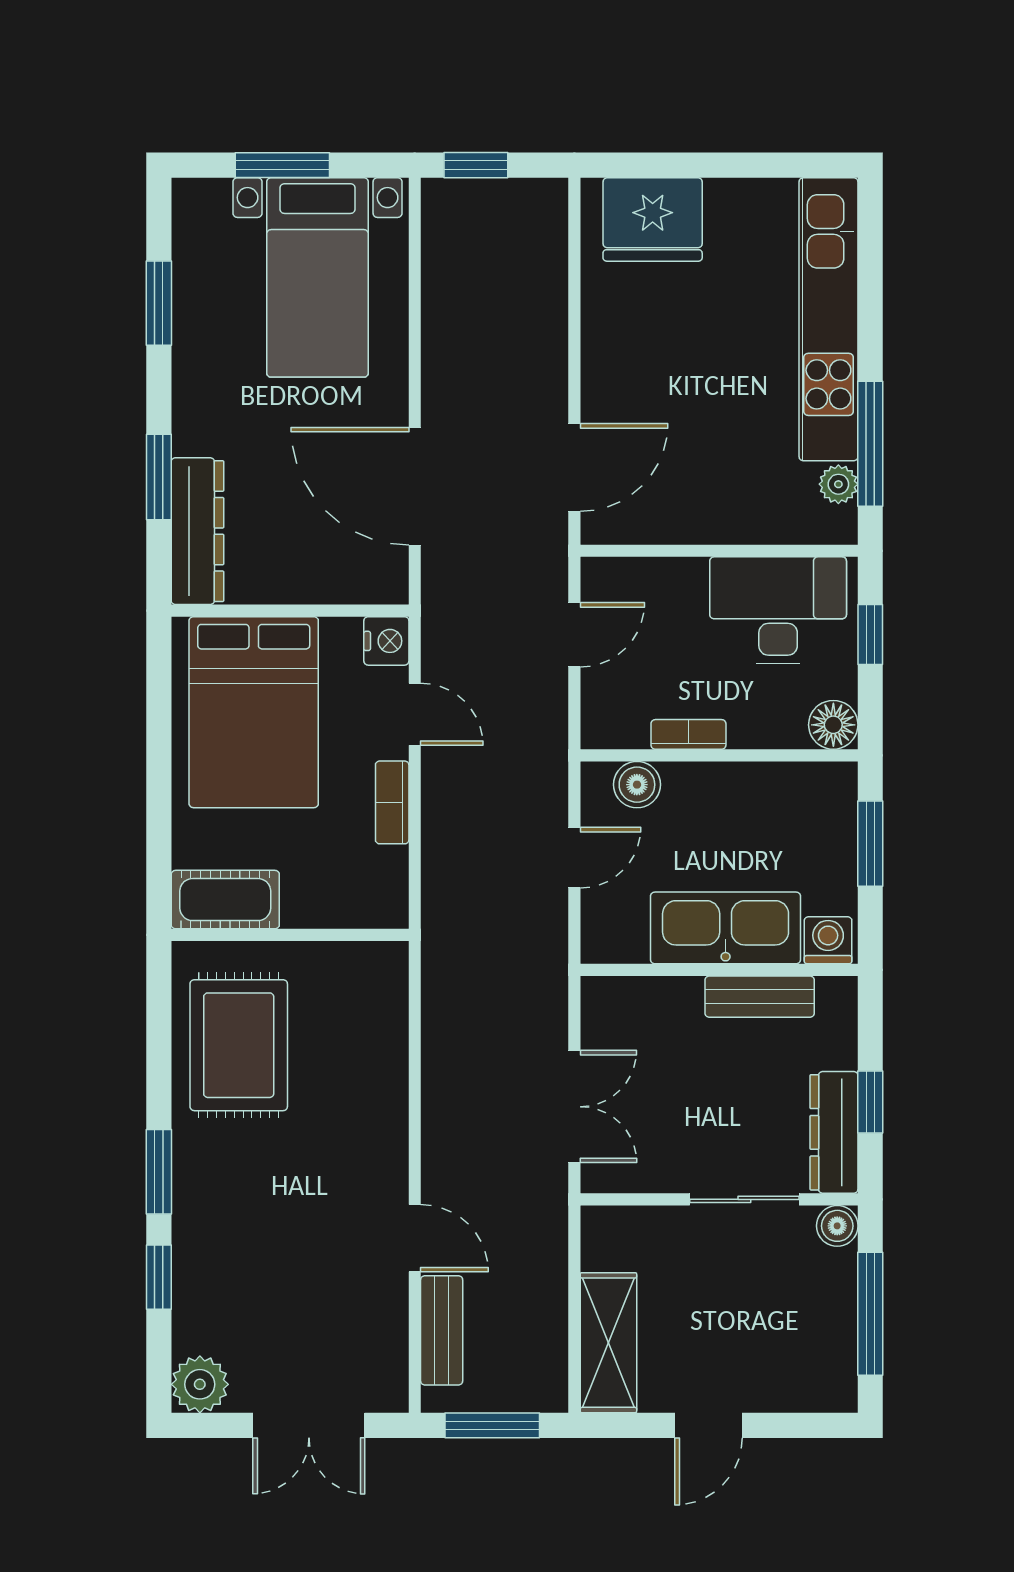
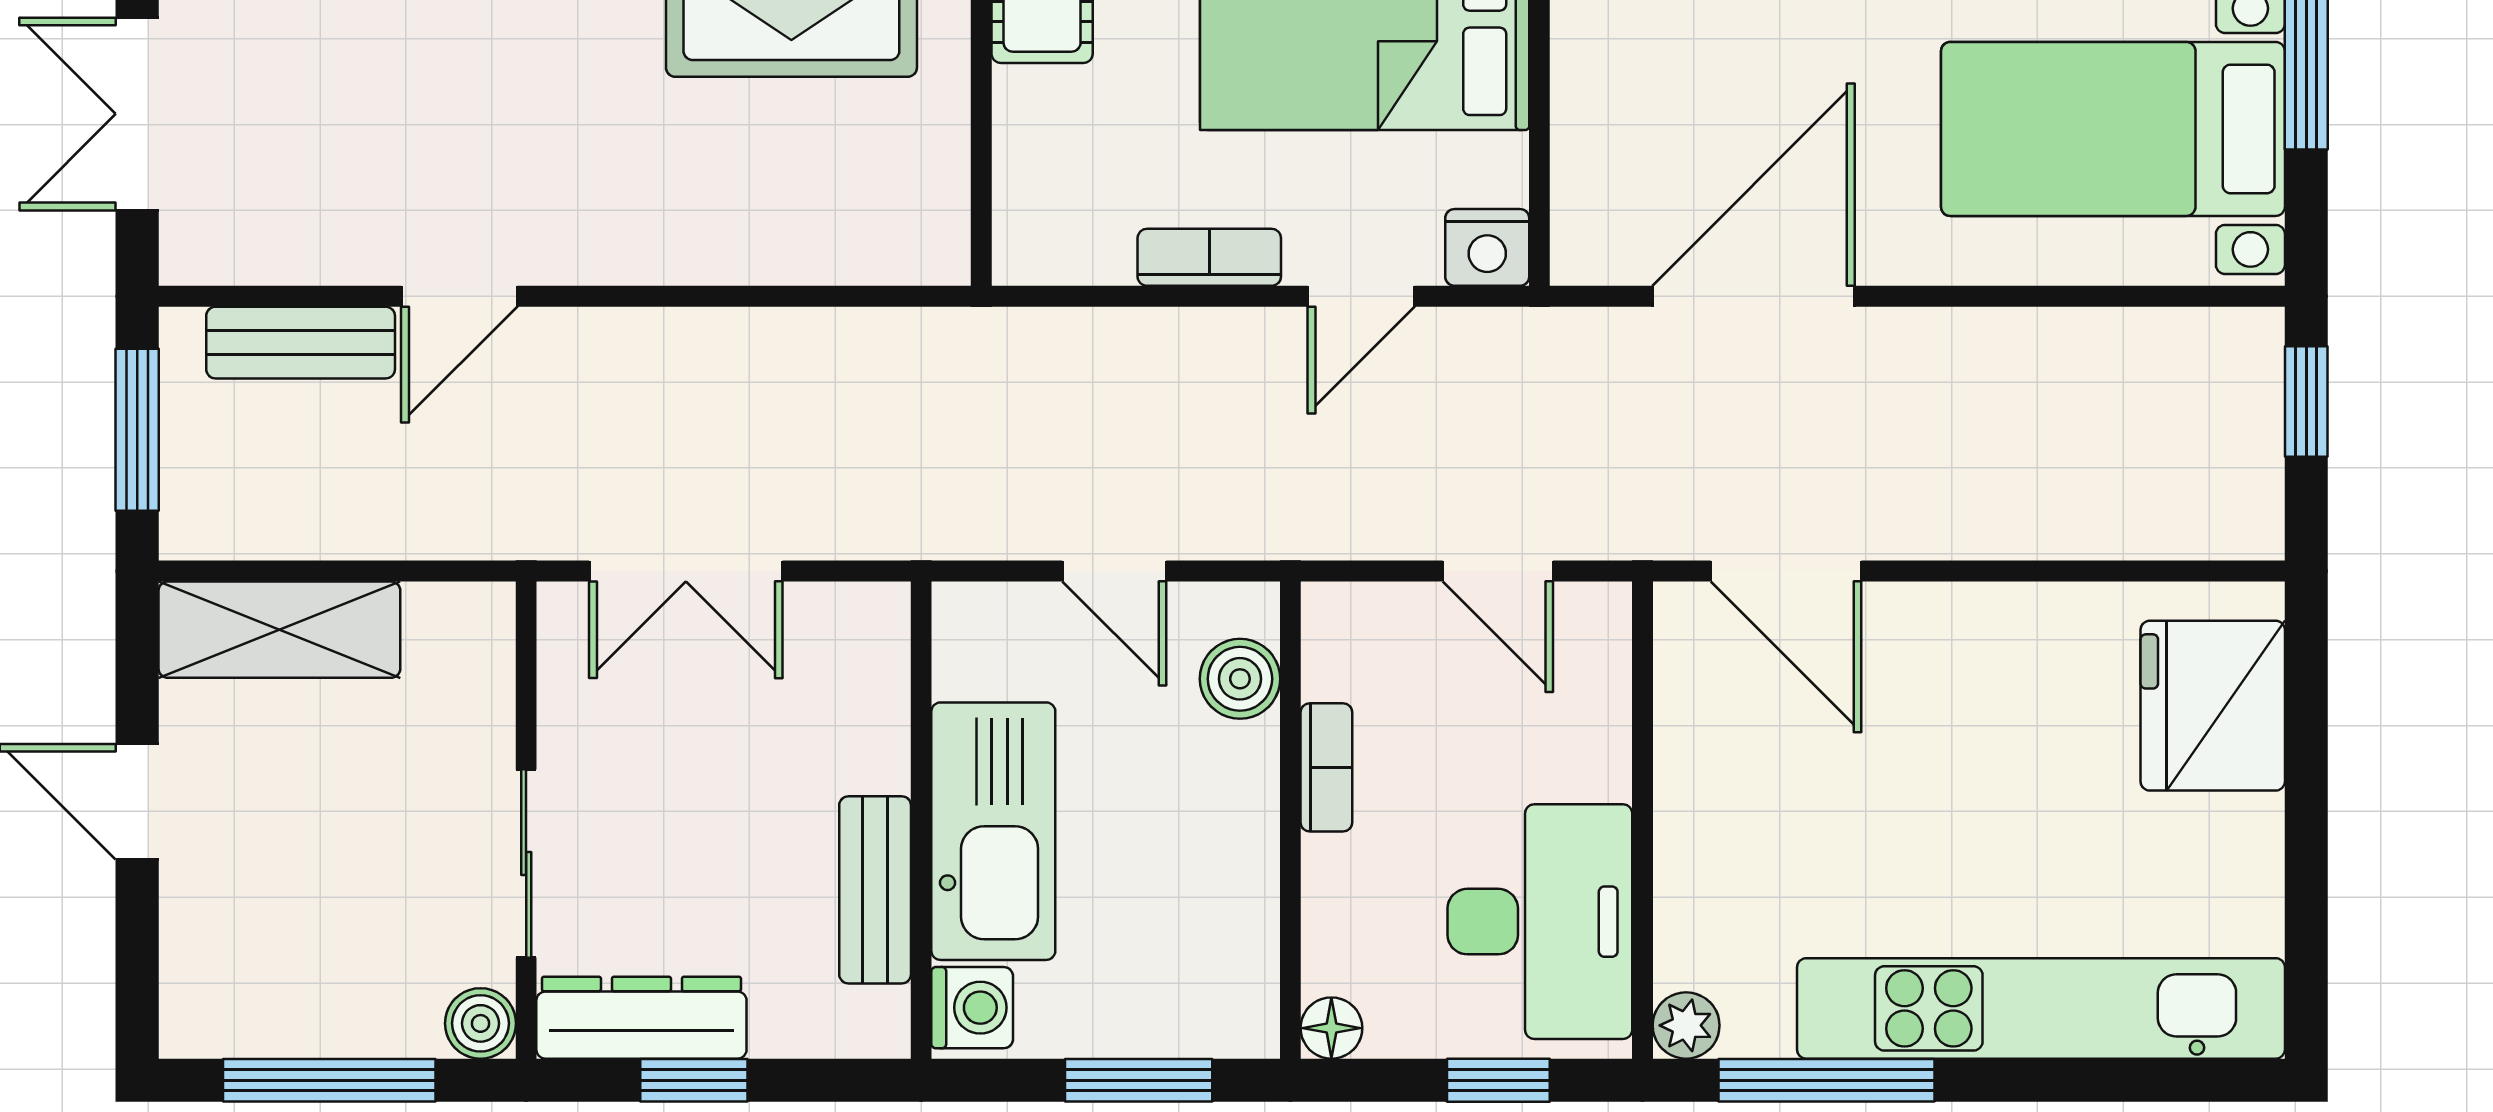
plant: (838, 484) -> (1686, 1025), moved
floor lamp: (833, 725) -> (1331, 1028), width x0.73, depth x0.73

